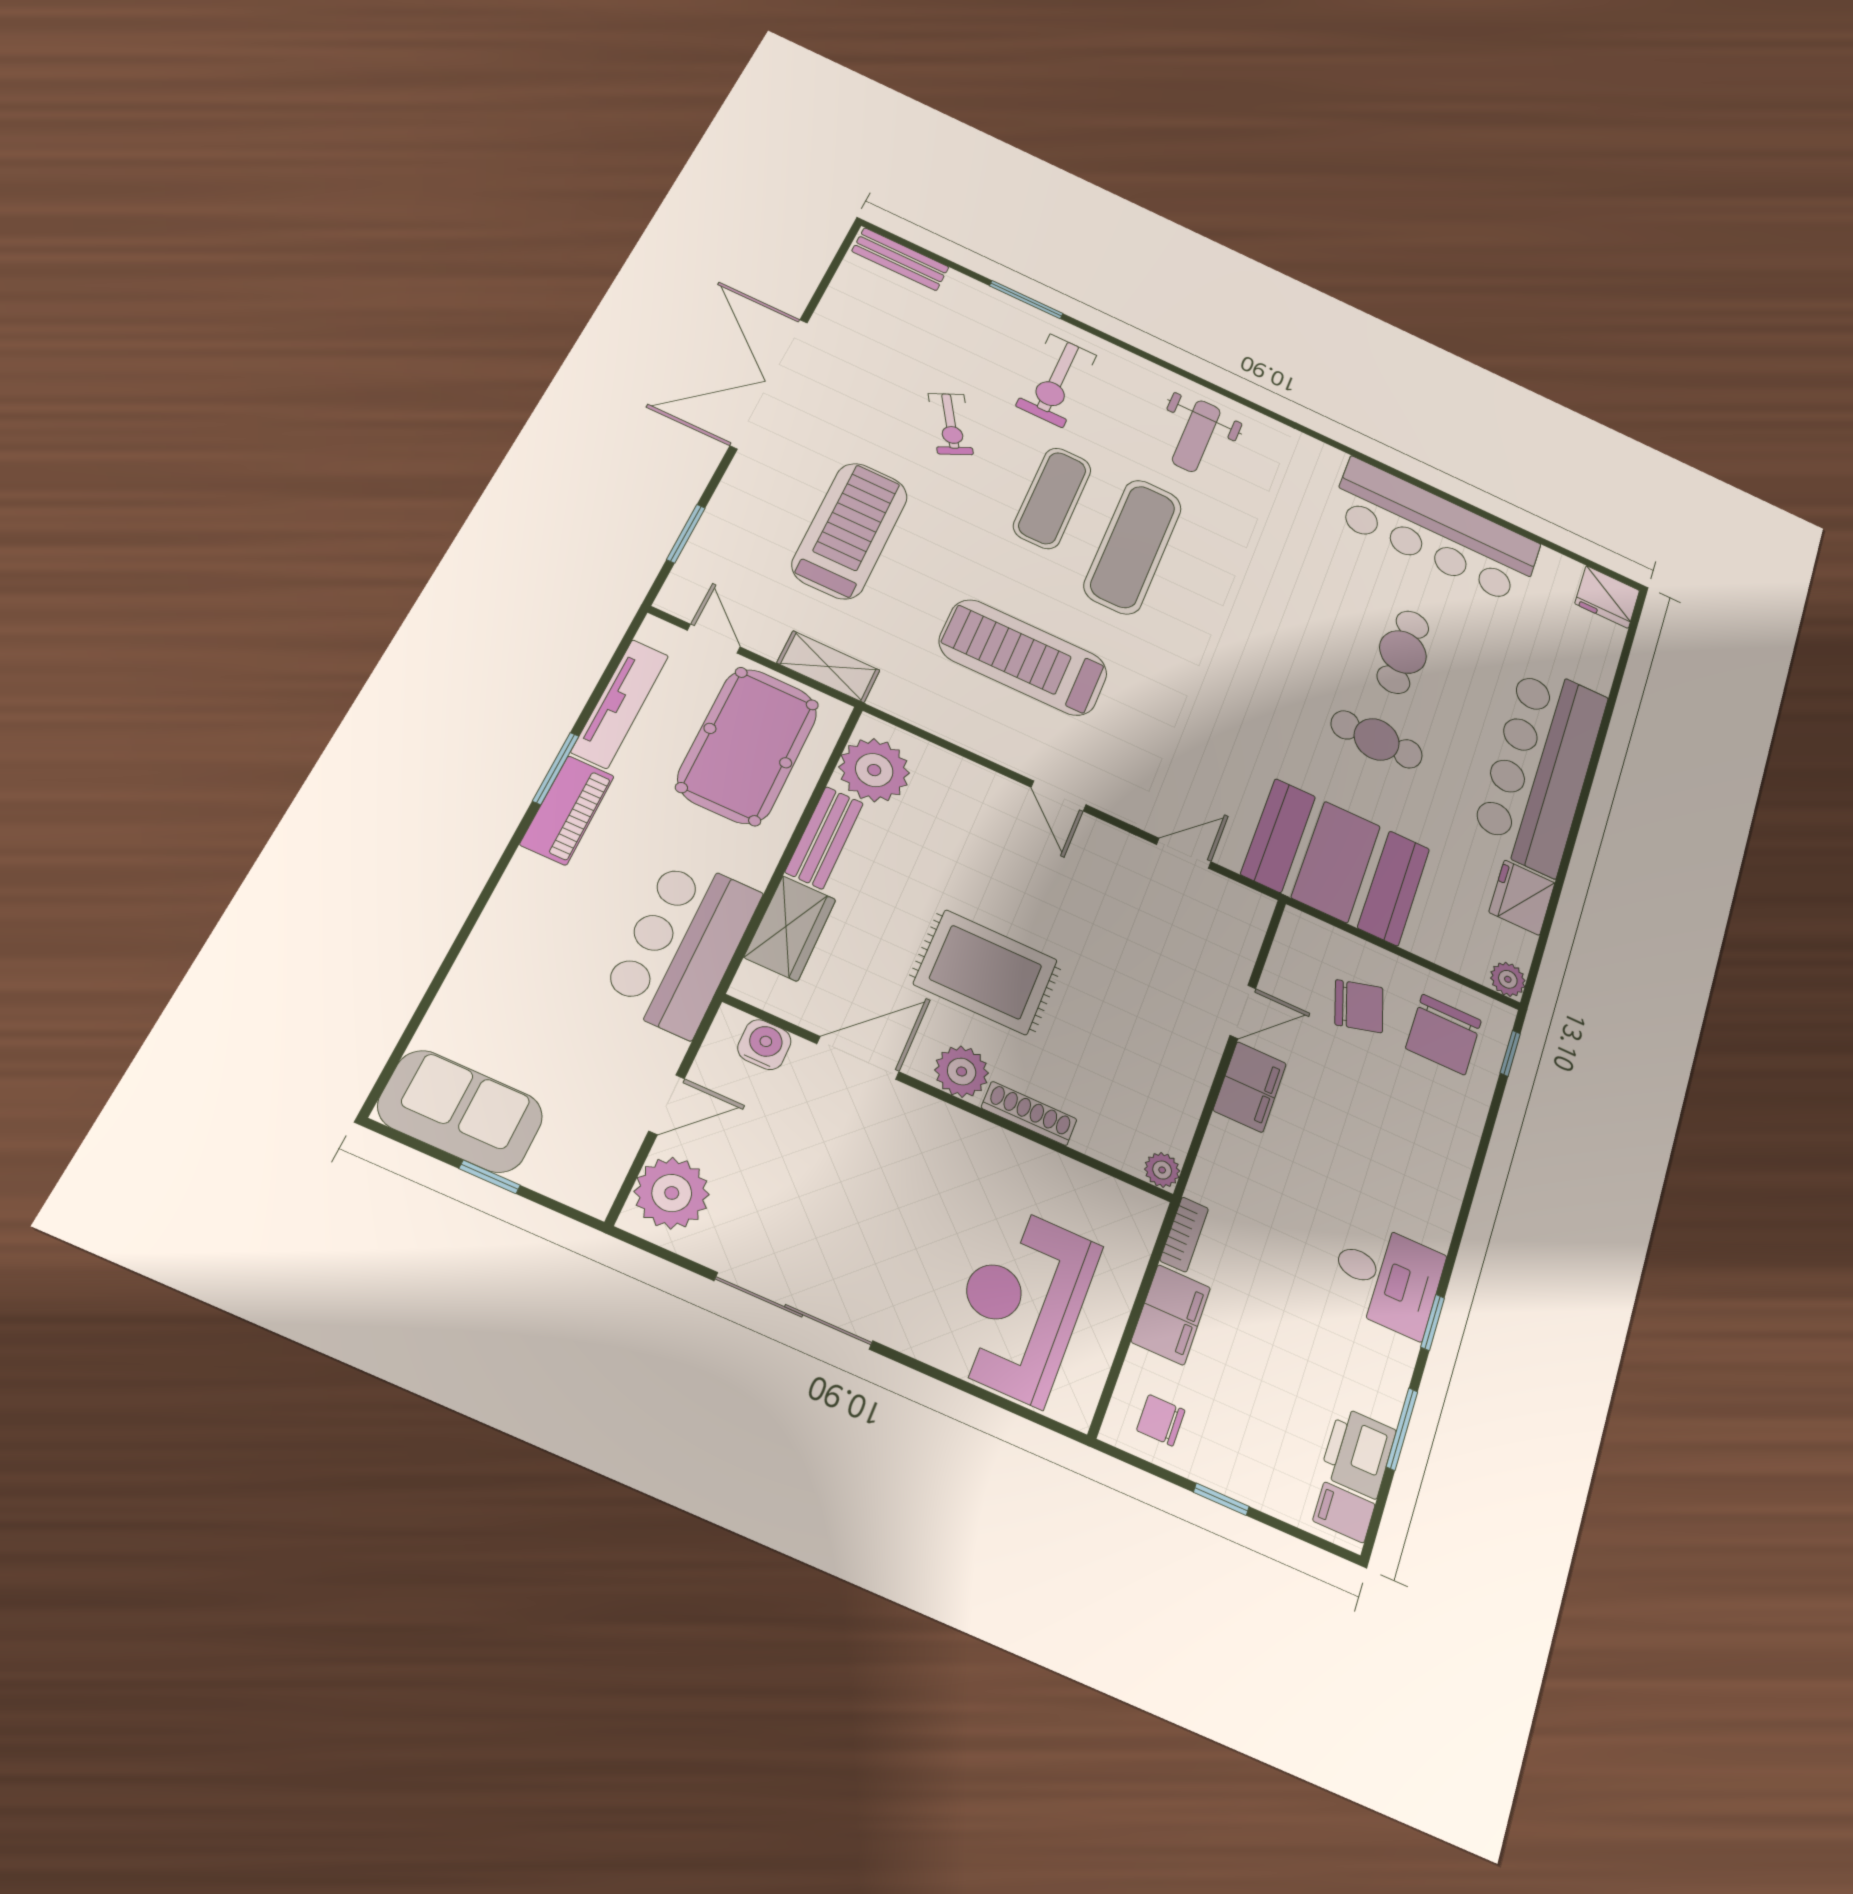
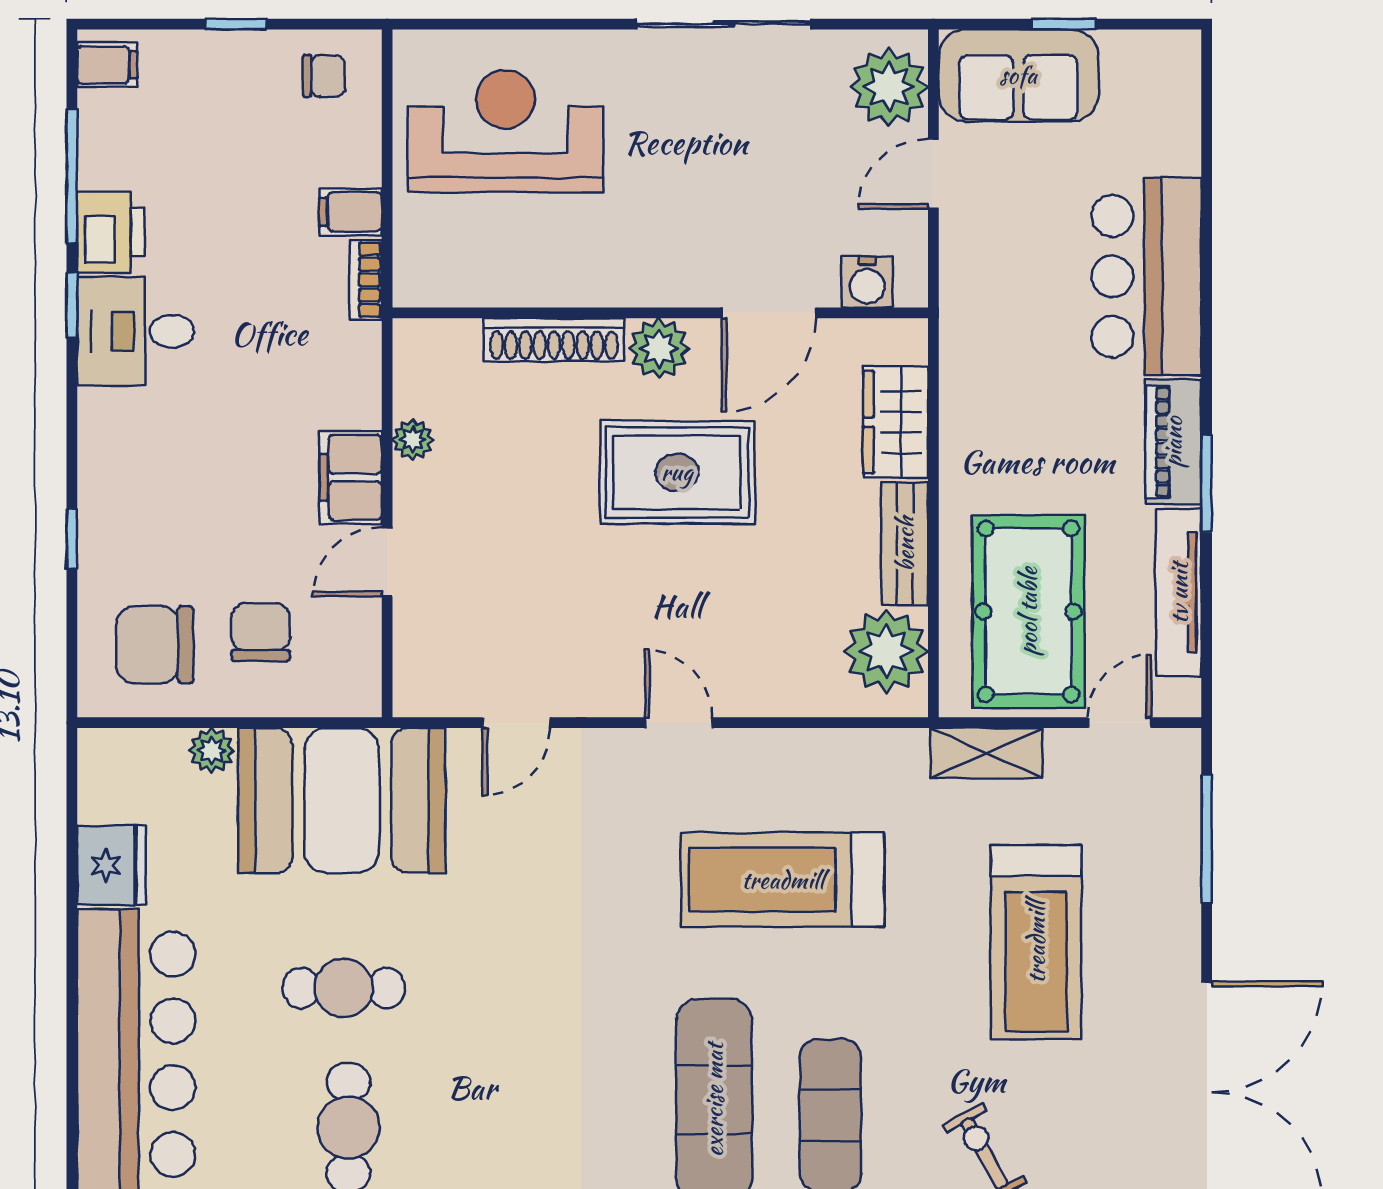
window: (686, 534) -> (1207, 839), width x1.44
door: (714, 639) -> (1120, 723), swing flipped
treadmill: (1023, 657) -> (783, 880), turned 180
bar counter: (682, 946) -> (1146, 276), moved, turned 180
plant: (1508, 979) -> (212, 750), moved
chair: (1359, 1006) -> (261, 632), turned 106
chair: (1444, 1034) -> (155, 645), turned -90
window: (1510, 1053) -> (72, 539), moved
sofa: (460, 1111) -> (1018, 75), moved
shoe rack: (1029, 1113) -> (554, 340), width x1.36, depth x1.24
plant: (1162, 1170) -> (413, 440), moved
reception desk: (1021, 1304) -> (505, 131), turned -90
filing cabinet: (1171, 1315) -> (350, 212), width x0.50
window: (1402, 1429) -> (72, 176), width x1.44
printer: (1358, 1452) -> (111, 232), moved

